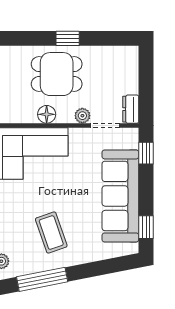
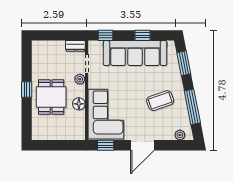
window: (146, 227) -> (142, 35), moved
window: (106, 267) -> (184, 63), added

